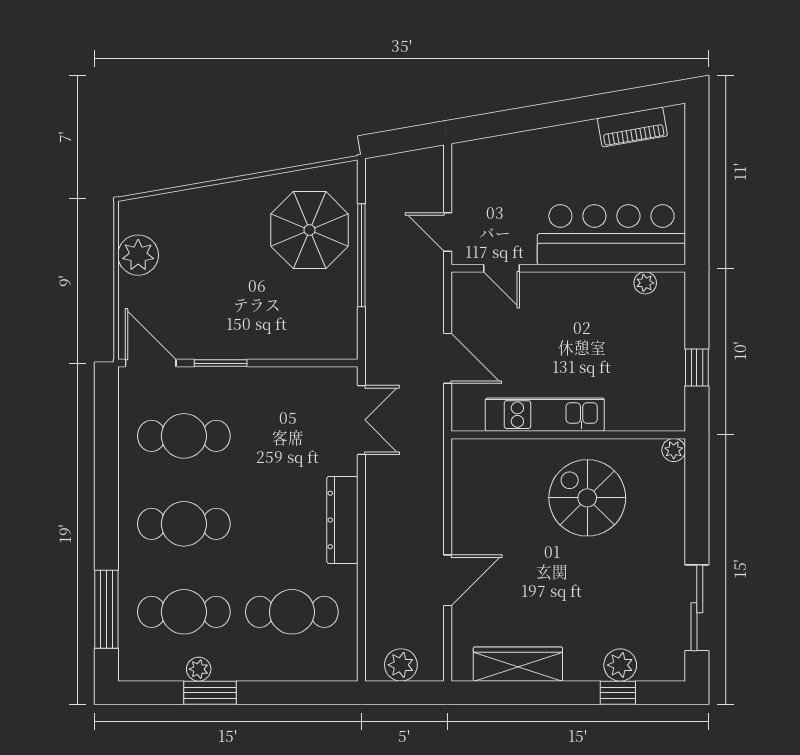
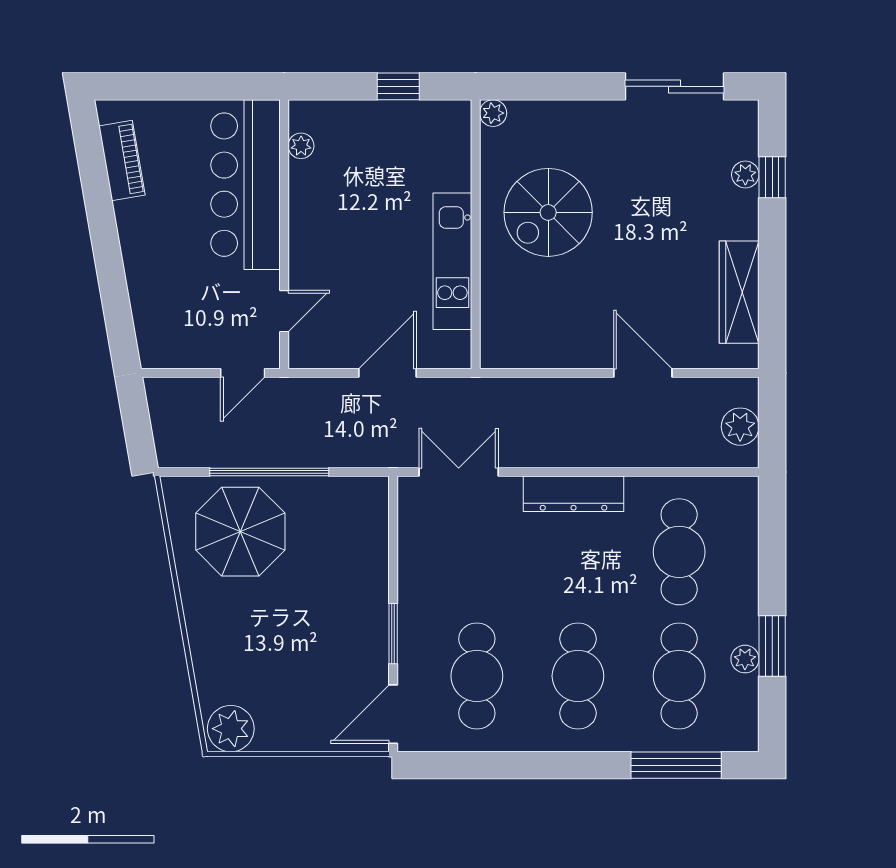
plant: (138, 255) -> (231, 729), moved
plant: (620, 665) -> (745, 175), width x0.73, depth x0.73

